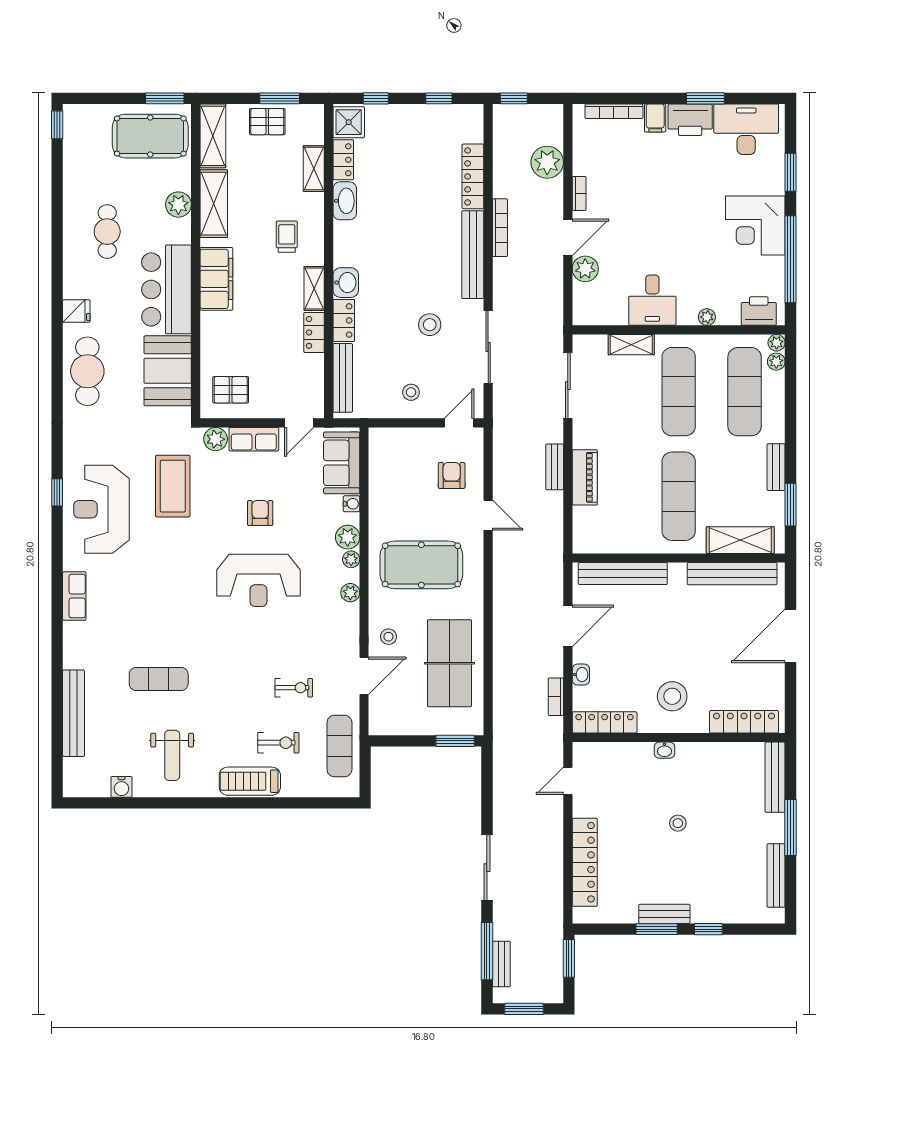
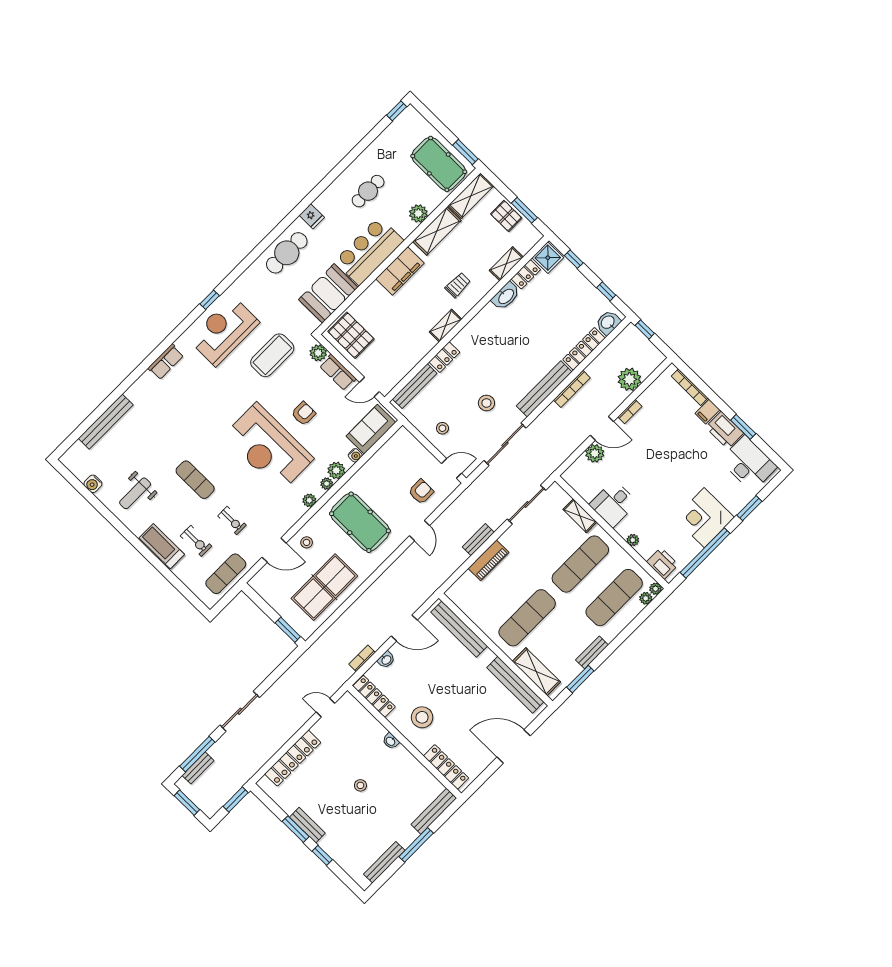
washbasin: (346, 283) -> (608, 323), moved, turned 180
locker: (314, 332) -> (423, 348), removed
pallet: (231, 390) -> (351, 335), width x1.50, depth x1.42
reception desk: (258, 580) -> (268, 447), width x1.36, depth x1.30
exercise mat: (159, 679) -> (195, 480), moved

